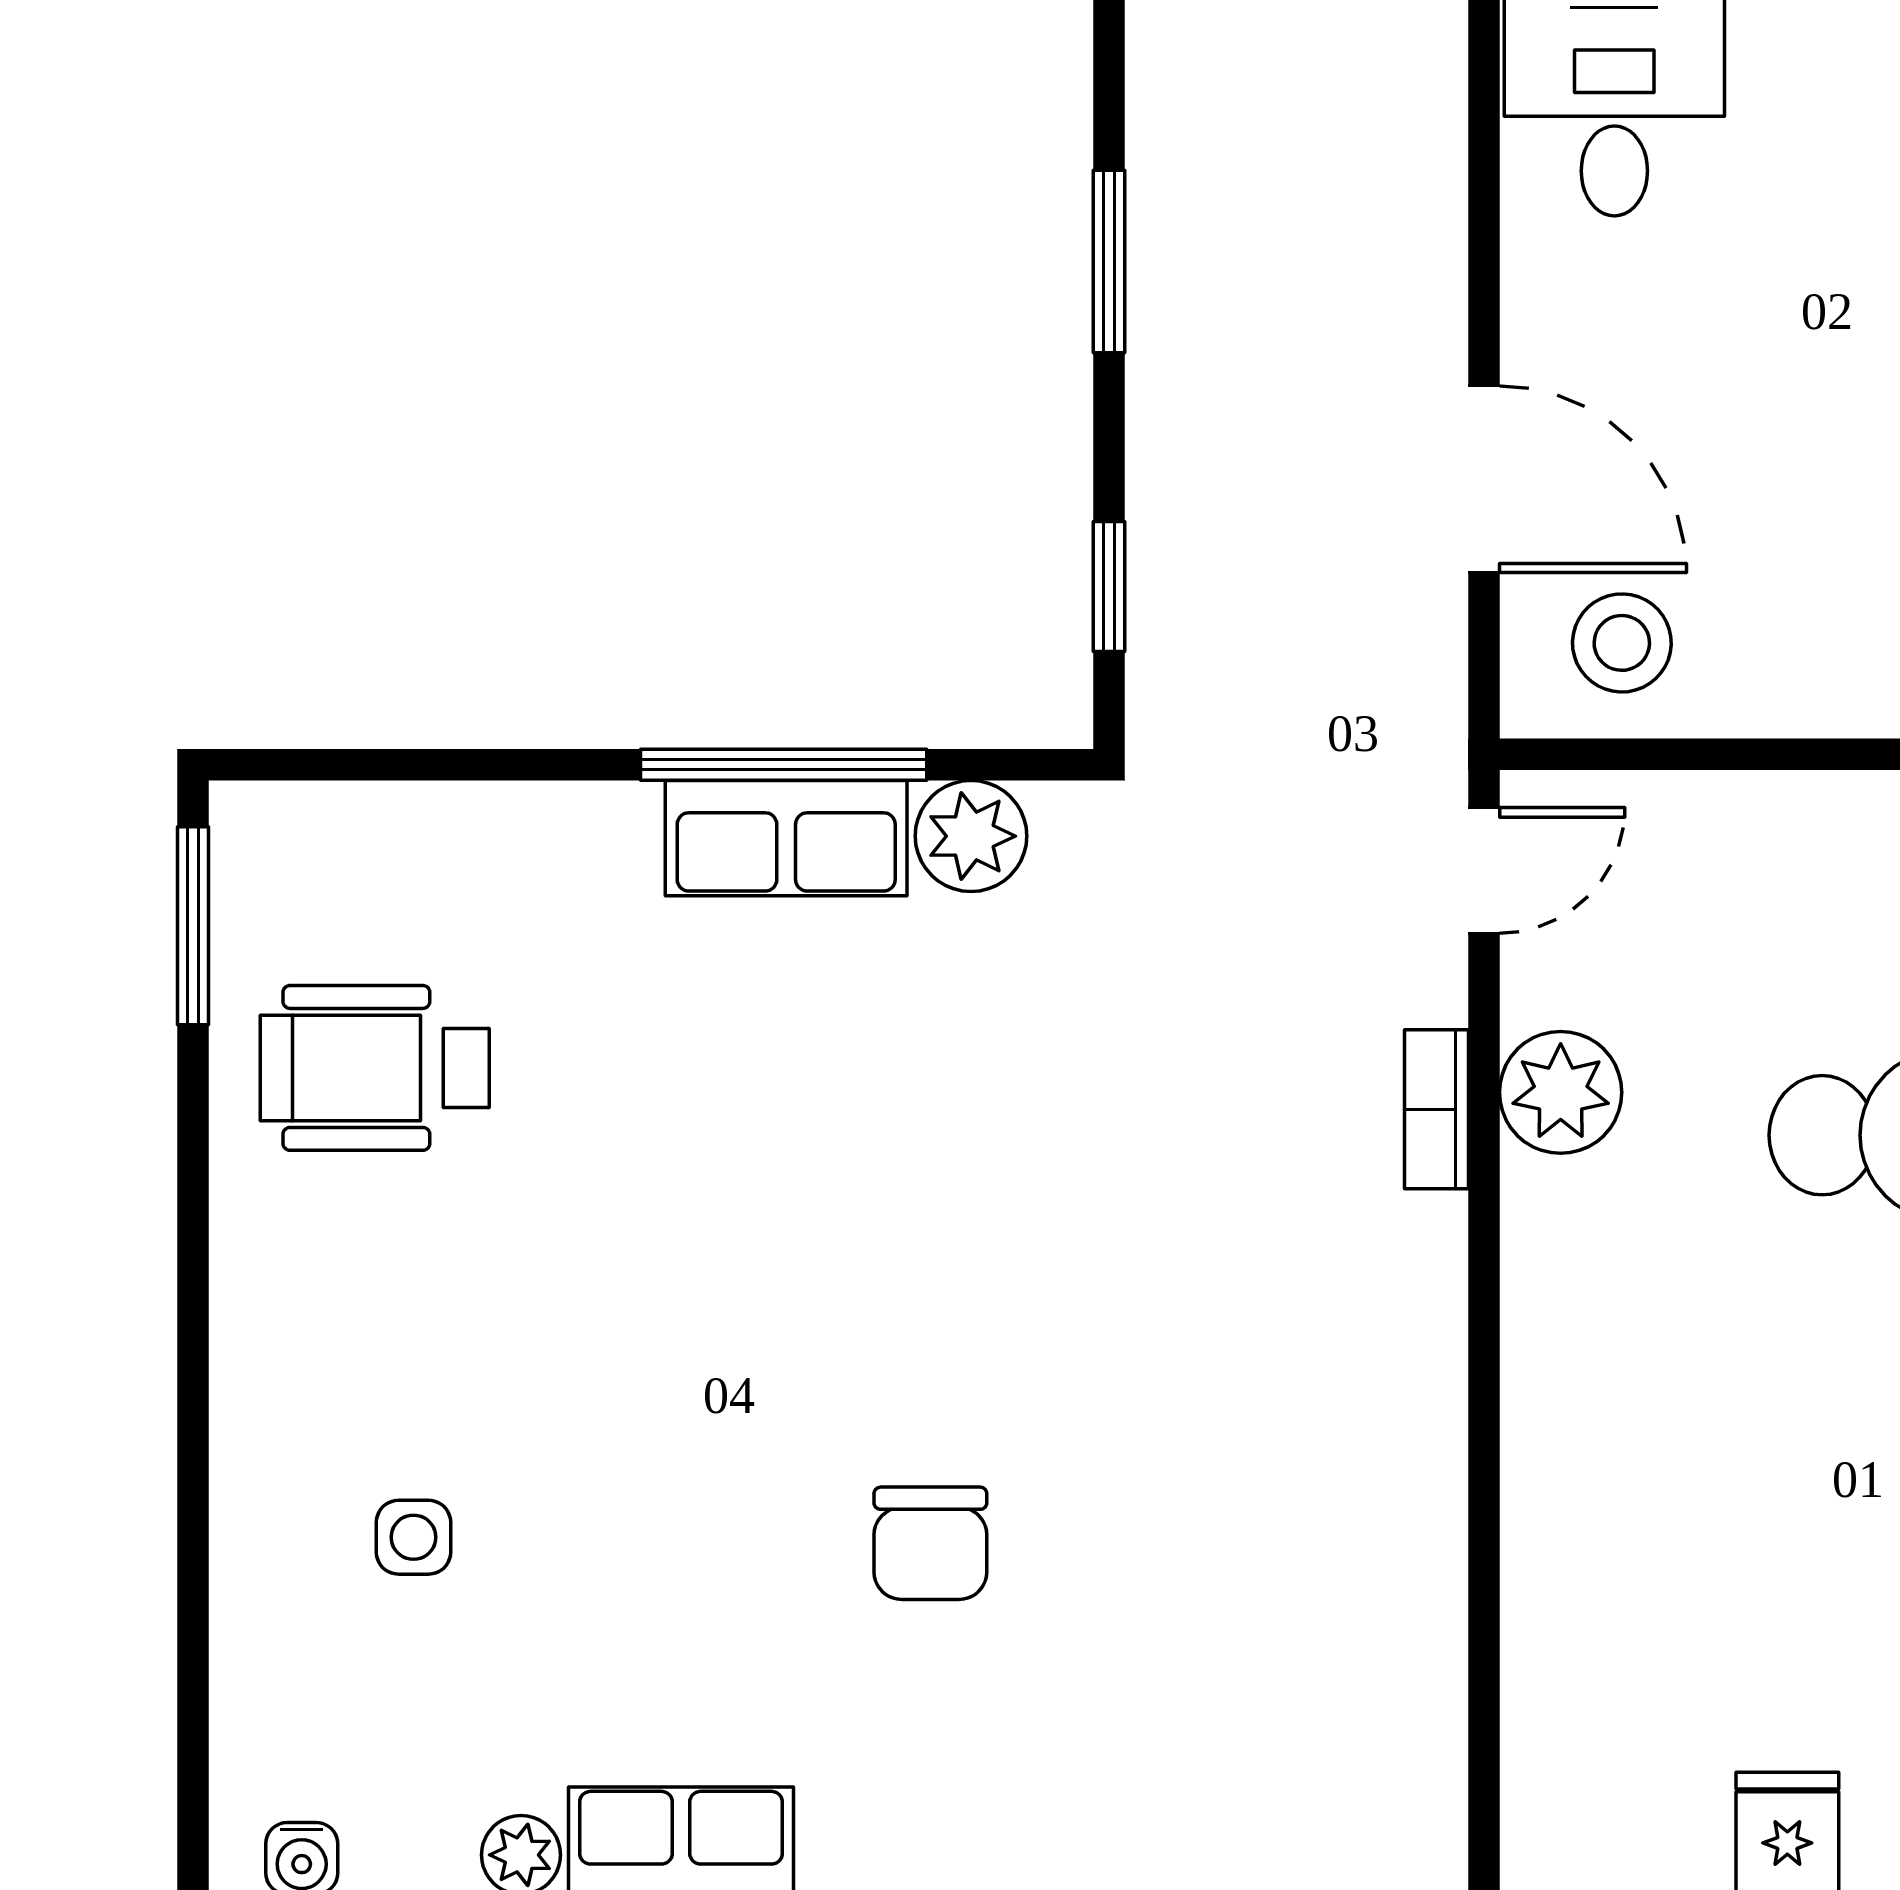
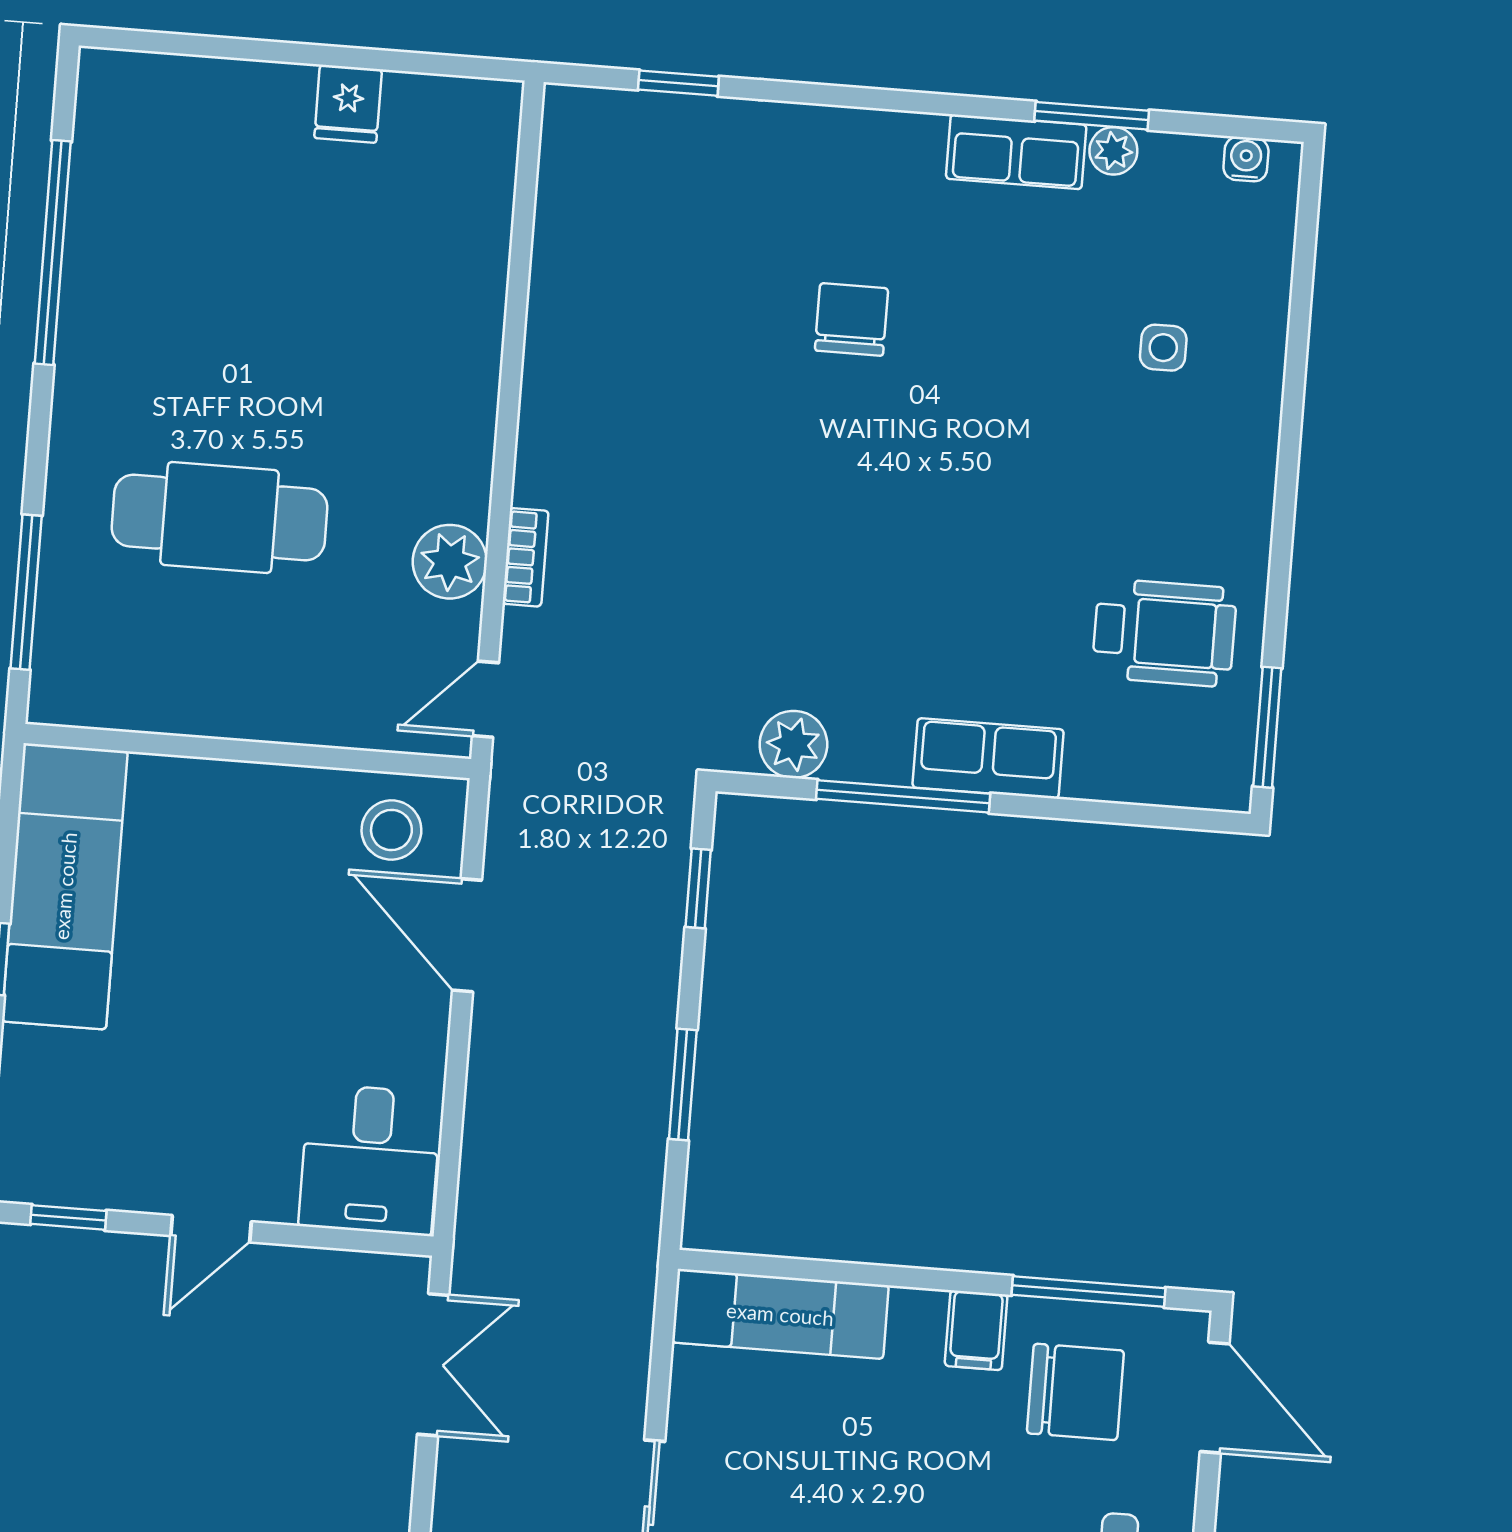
row of seats: (786, 838) -> (988, 758), moved

